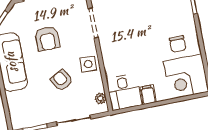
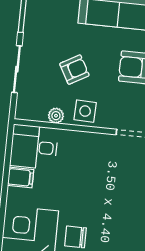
plant: (101, 98) -> (56, 116), moved

